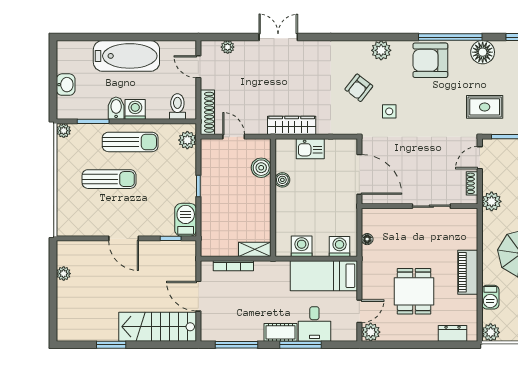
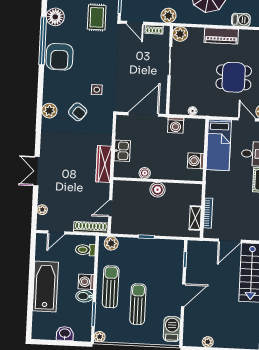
plant: (381, 50) -> (49, 111), moved
boiler: (261, 168) -> (157, 190), moved
plant: (468, 218) -> (180, 34), added
barbecue: (186, 220) -> (172, 329), moved, turned 90
washing machine: (340, 246) -> (176, 125), moved, turned -90
shelving: (255, 249) -> (195, 218), moved

